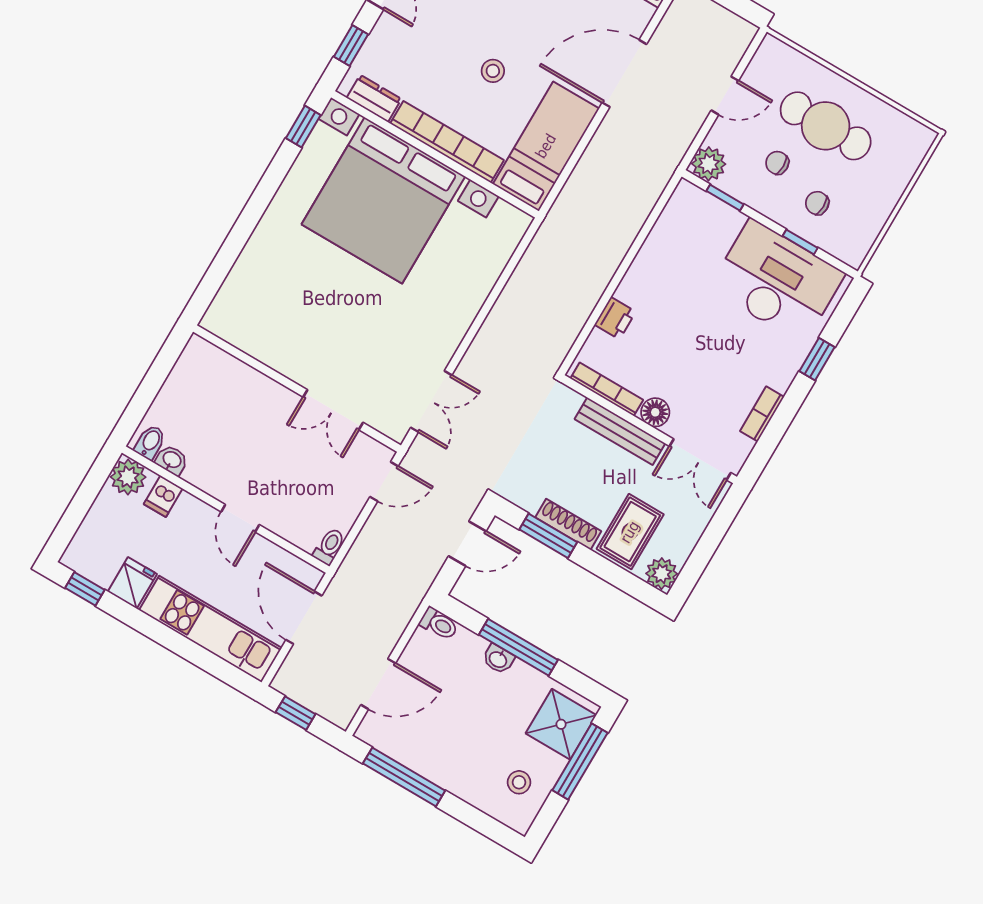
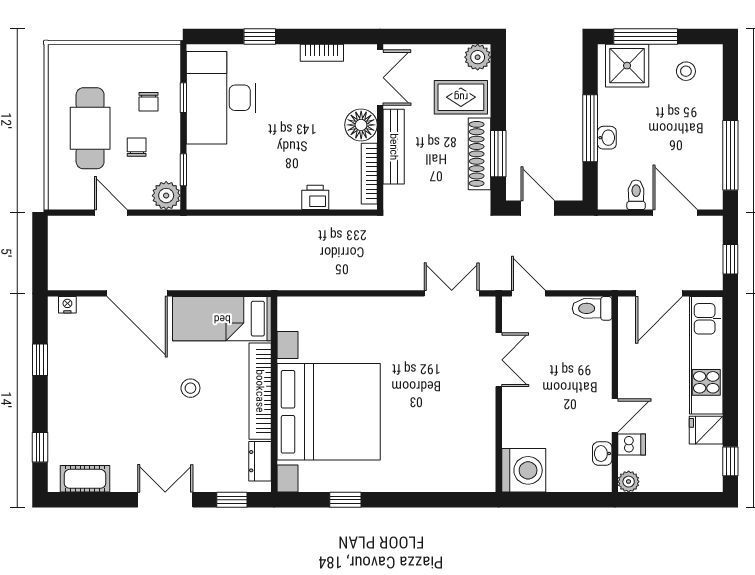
window: (303, 127) -> (345, 500), moved
chair: (777, 163) -> (137, 147), turned 180
washing machine: (202, 368) -> (524, 470), added
floor lamp: (655, 412) -> (361, 125), width x1.38, depth x1.38
bidet: (150, 442) -> (599, 476), removed
plant: (128, 477) -> (629, 482), width x0.73, depth x0.73
door: (240, 518) -> (615, 415), moved
shoe rack: (568, 524) -> (480, 154), width x1.36, depth x1.24
toilet: (329, 546) -> (592, 308), width x1.37, depth x1.39
toilet: (439, 624) -> (636, 195), moved

